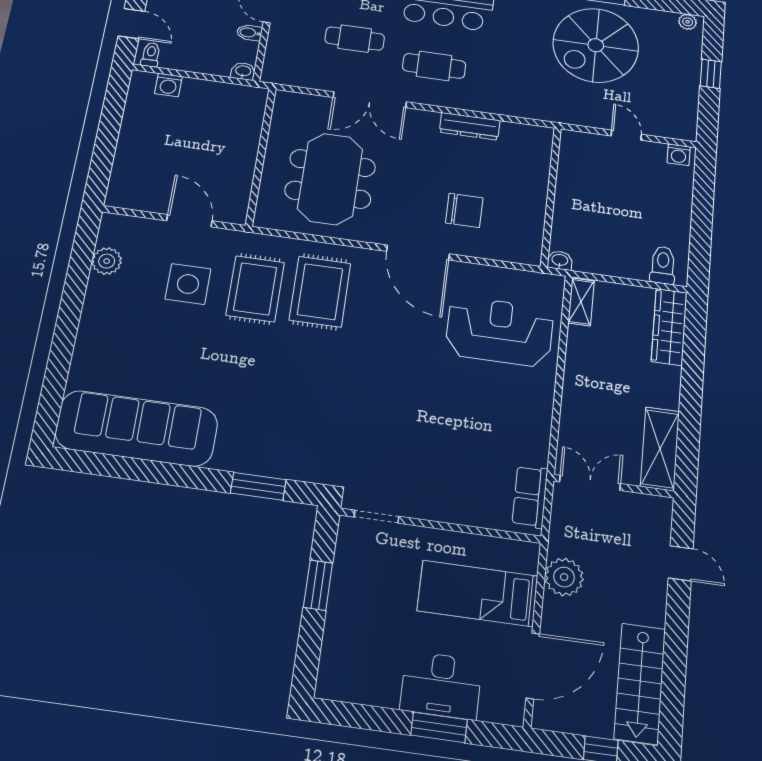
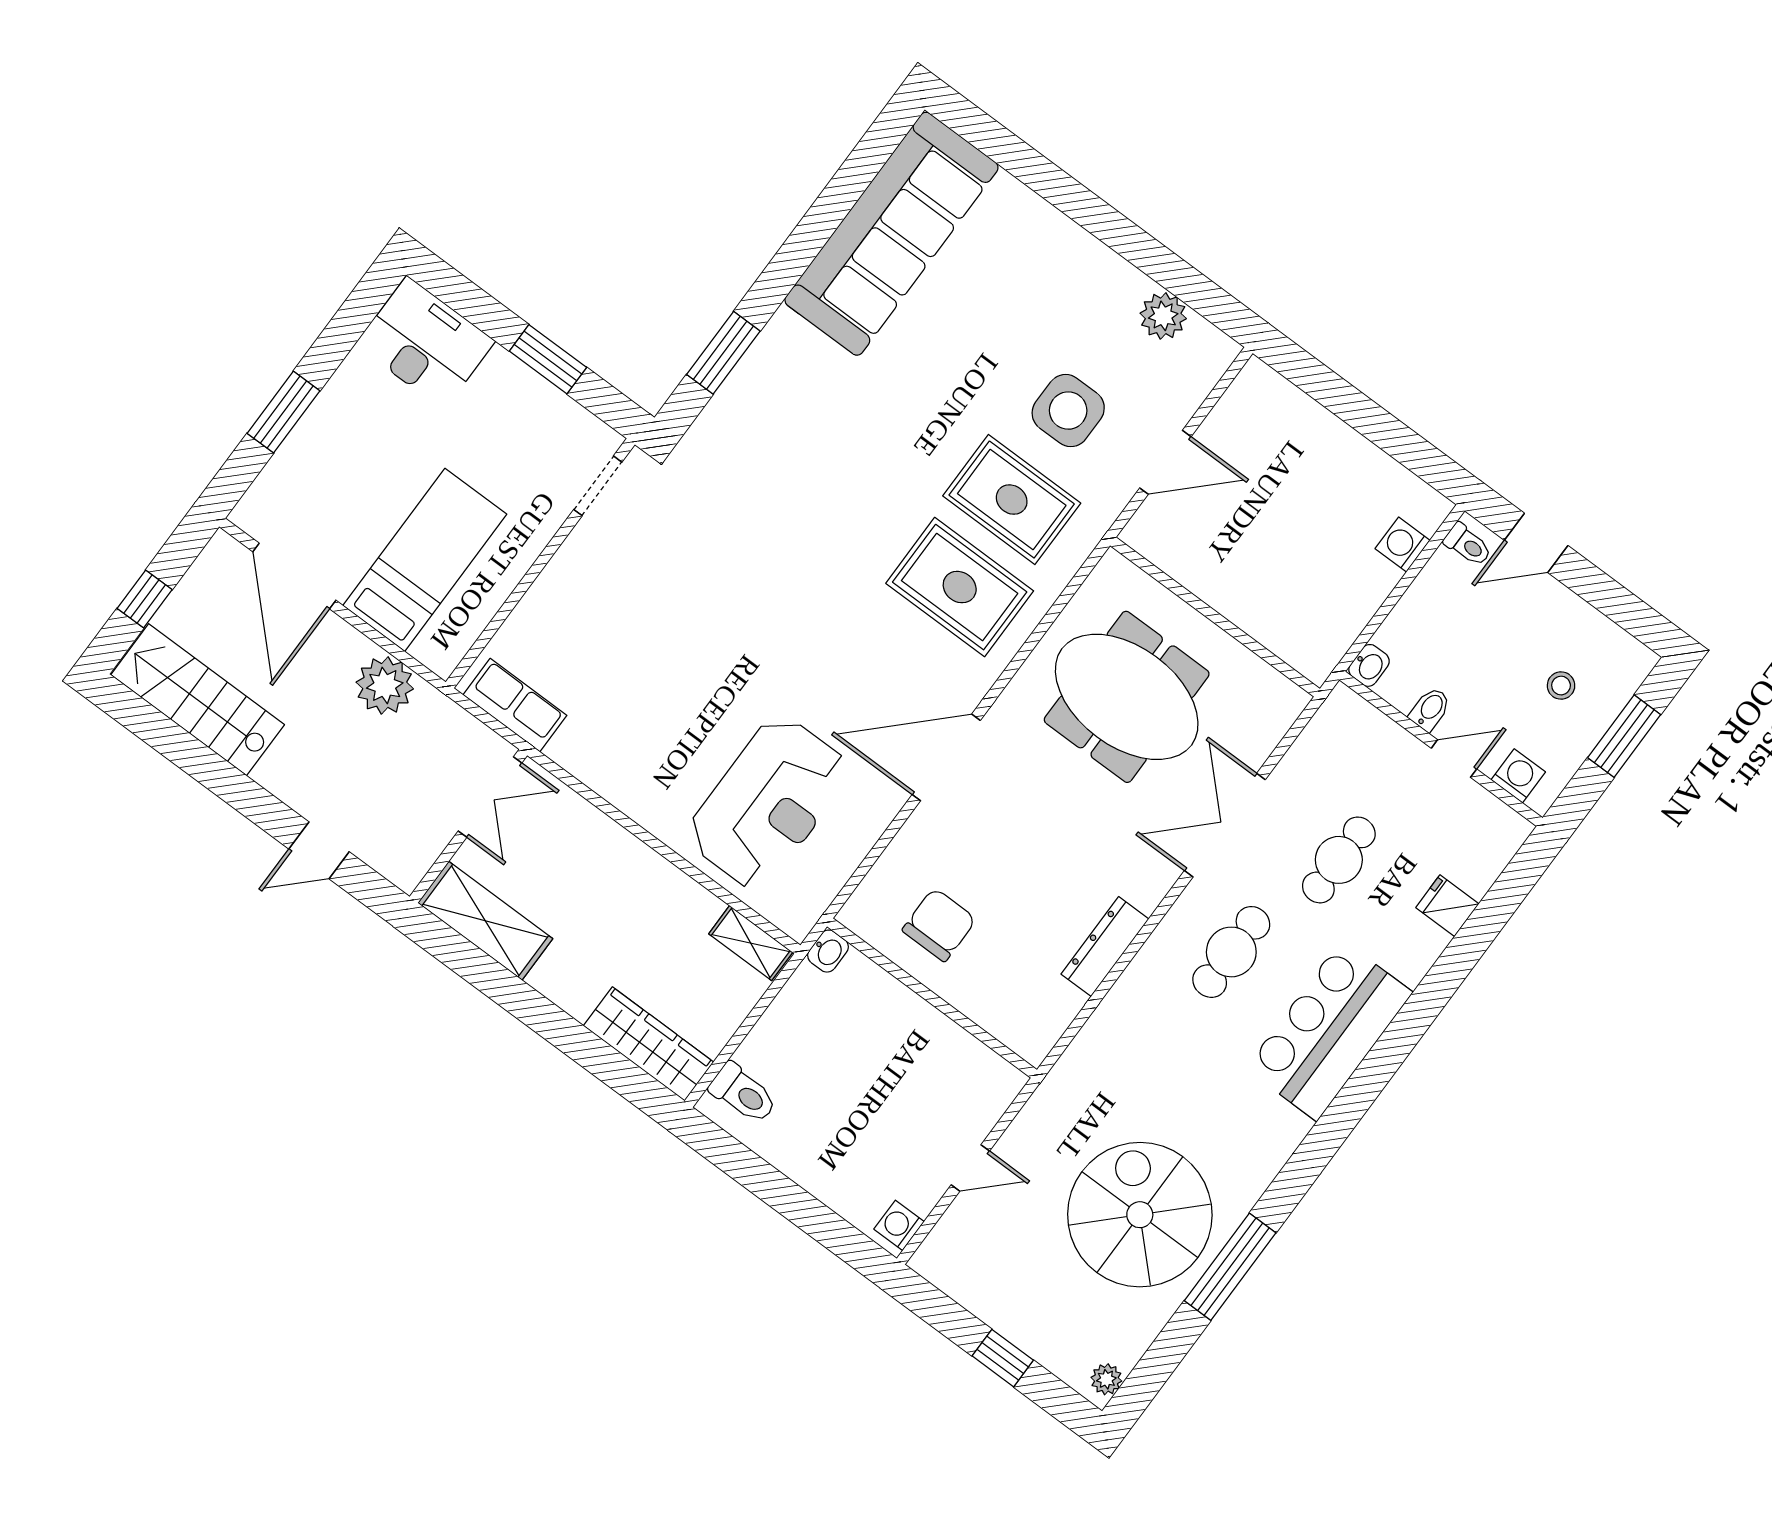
chair: (464, 210) -> (939, 925), moved, turned 180
desk: (441, 685) -> (425, 343), moved, turned 90

